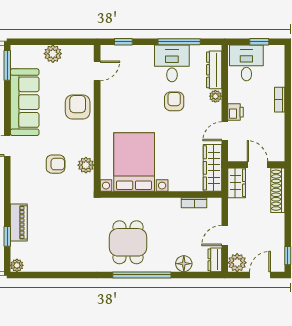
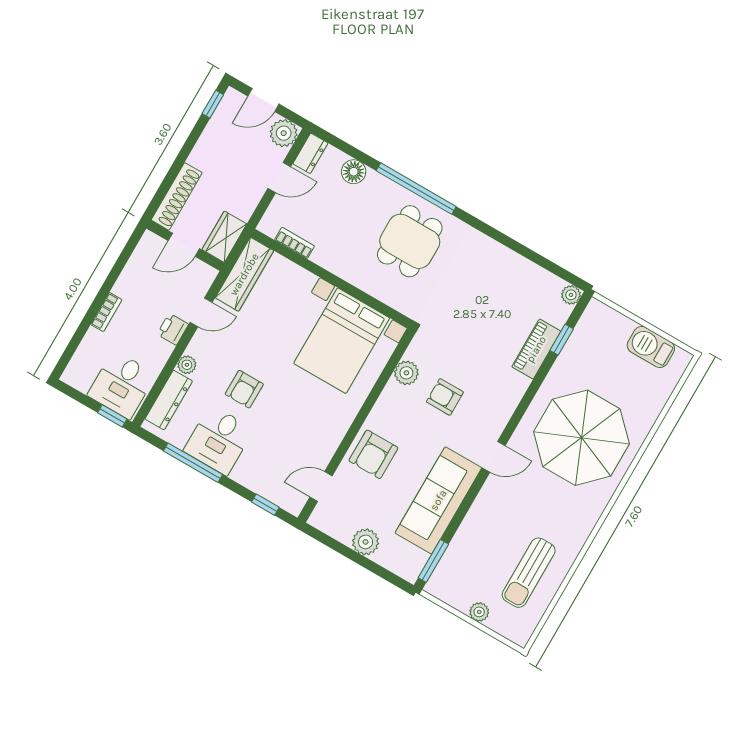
window: (259, 42) -> (112, 416), moved
door: (258, 165) -> (184, 245), hinge flipped

